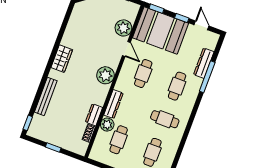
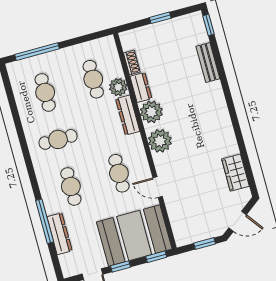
plant: (123, 28) -> (151, 112), moved
wardrobe: (62, 59) -> (235, 173), moved
bench: (46, 96) -> (208, 63), width x0.73

